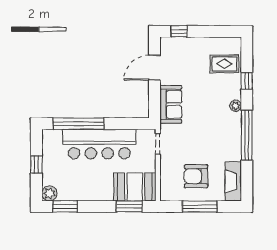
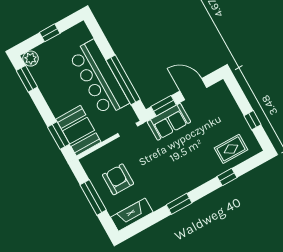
window: (179, 31) -> (252, 120), moved
rug: (224, 64) -> (231, 149), turned 90
window: (154, 101) -> (164, 106), added
plant: (236, 106) -> (200, 179), removed
window: (78, 124) -> (123, 80), moved
window: (247, 135) -> (179, 204), width x0.47

